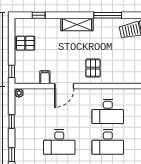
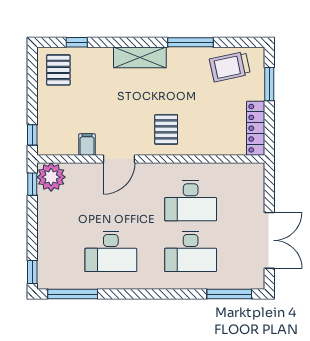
pallet: (25, 43) -> (58, 70), moved, turned 90
plant: (19, 93) -> (51, 177), width x1.88, depth x1.88
window: (12, 122) -> (32, 184), moved

